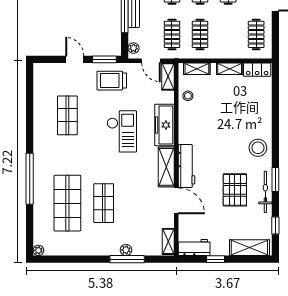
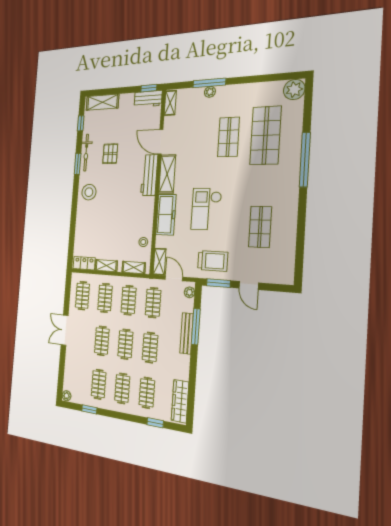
clothes rail: (228, 34) -> (105, 298), added
pallet: (235, 190) -> (110, 154), width x0.67, depth x0.71
plant: (38, 250) -> (294, 89), width x1.88, depth x1.88
window: (215, 259) -> (149, 88), moved

